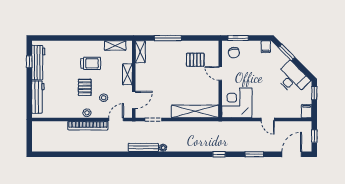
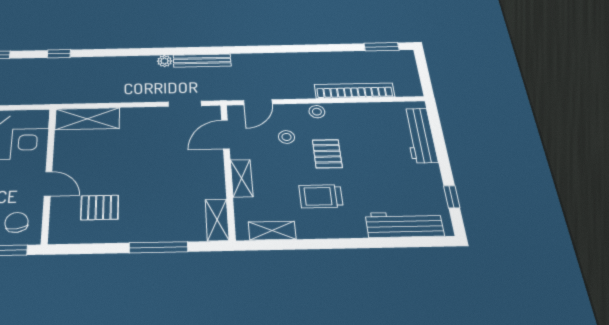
workbench: (38, 63) -> (404, 225), moved, turned 90
shelving: (195, 111) -> (87, 119), width x0.68
bookcase: (88, 126) -> (354, 91), moved
window: (48, 154) -> (382, 47), added

